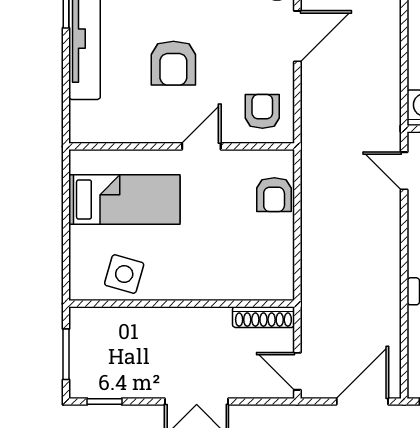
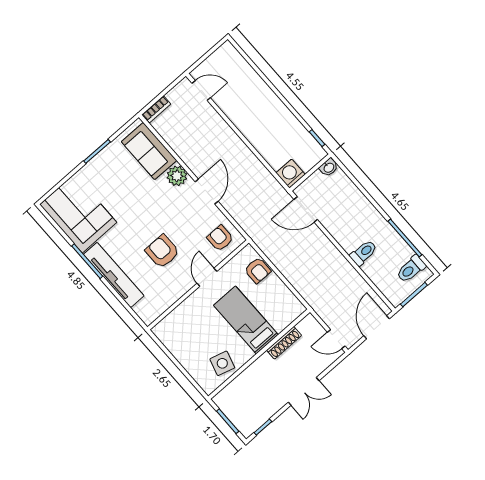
armchair: (173, 63) -> (162, 251), turned 180
door: (404, 171) -> (306, 209), width x1.38
bed: (124, 200) -> (246, 320), moved, turned -90
shoe rack: (263, 317) -> (284, 343), moved

